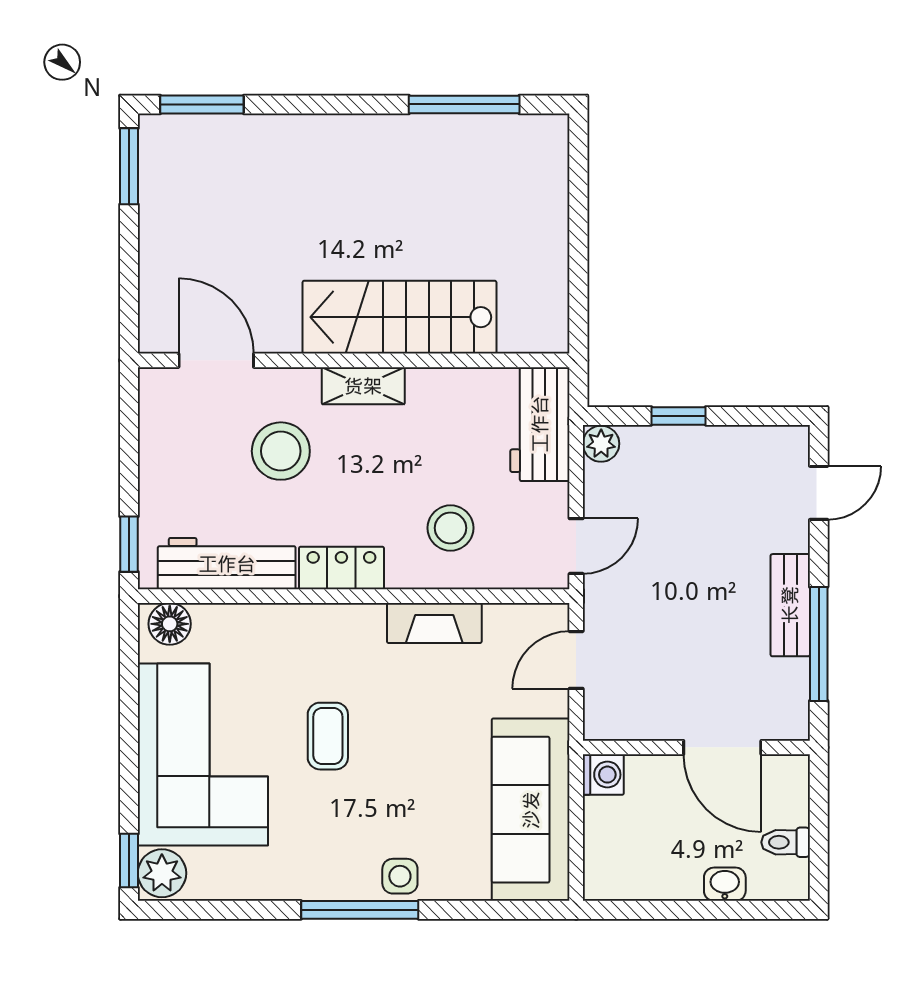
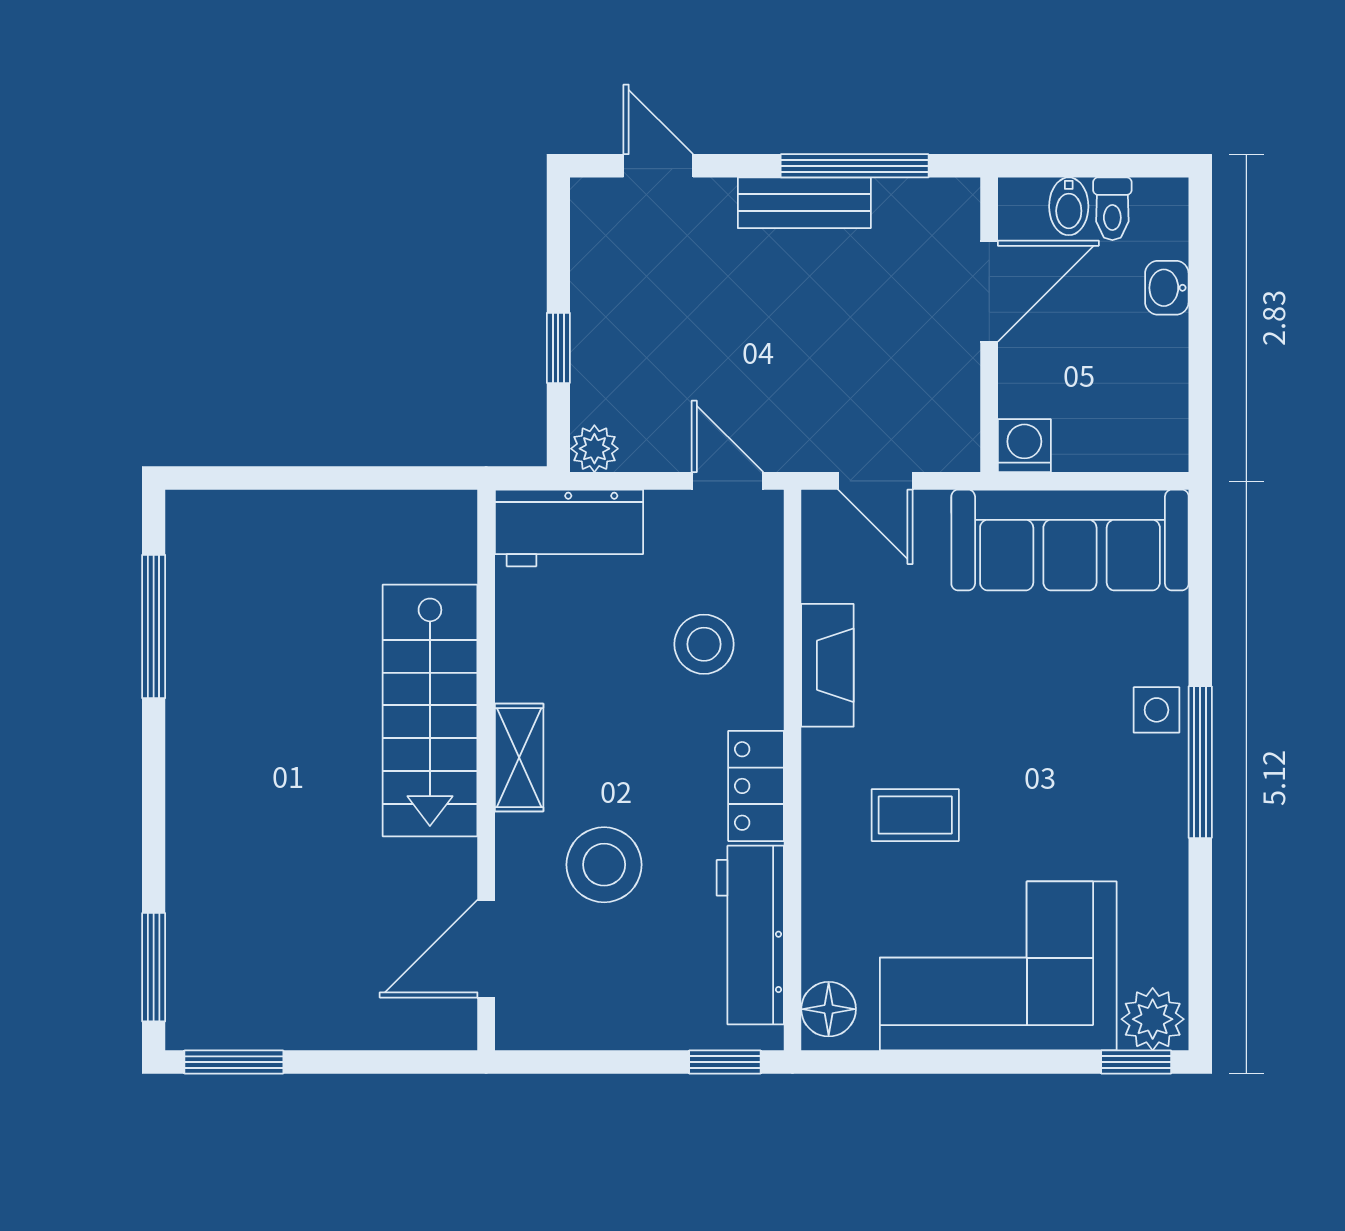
coffee table: (328, 736) -> (915, 815), moved
bidet: (788, 809) -> (1069, 206), added

